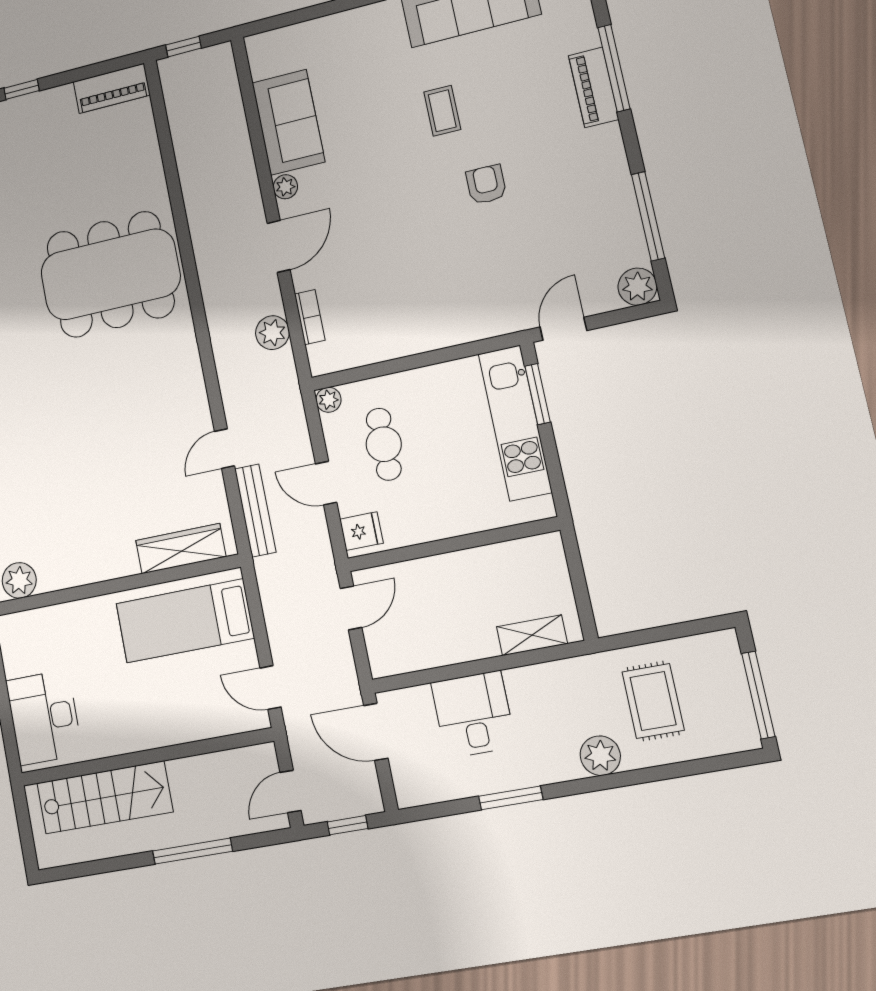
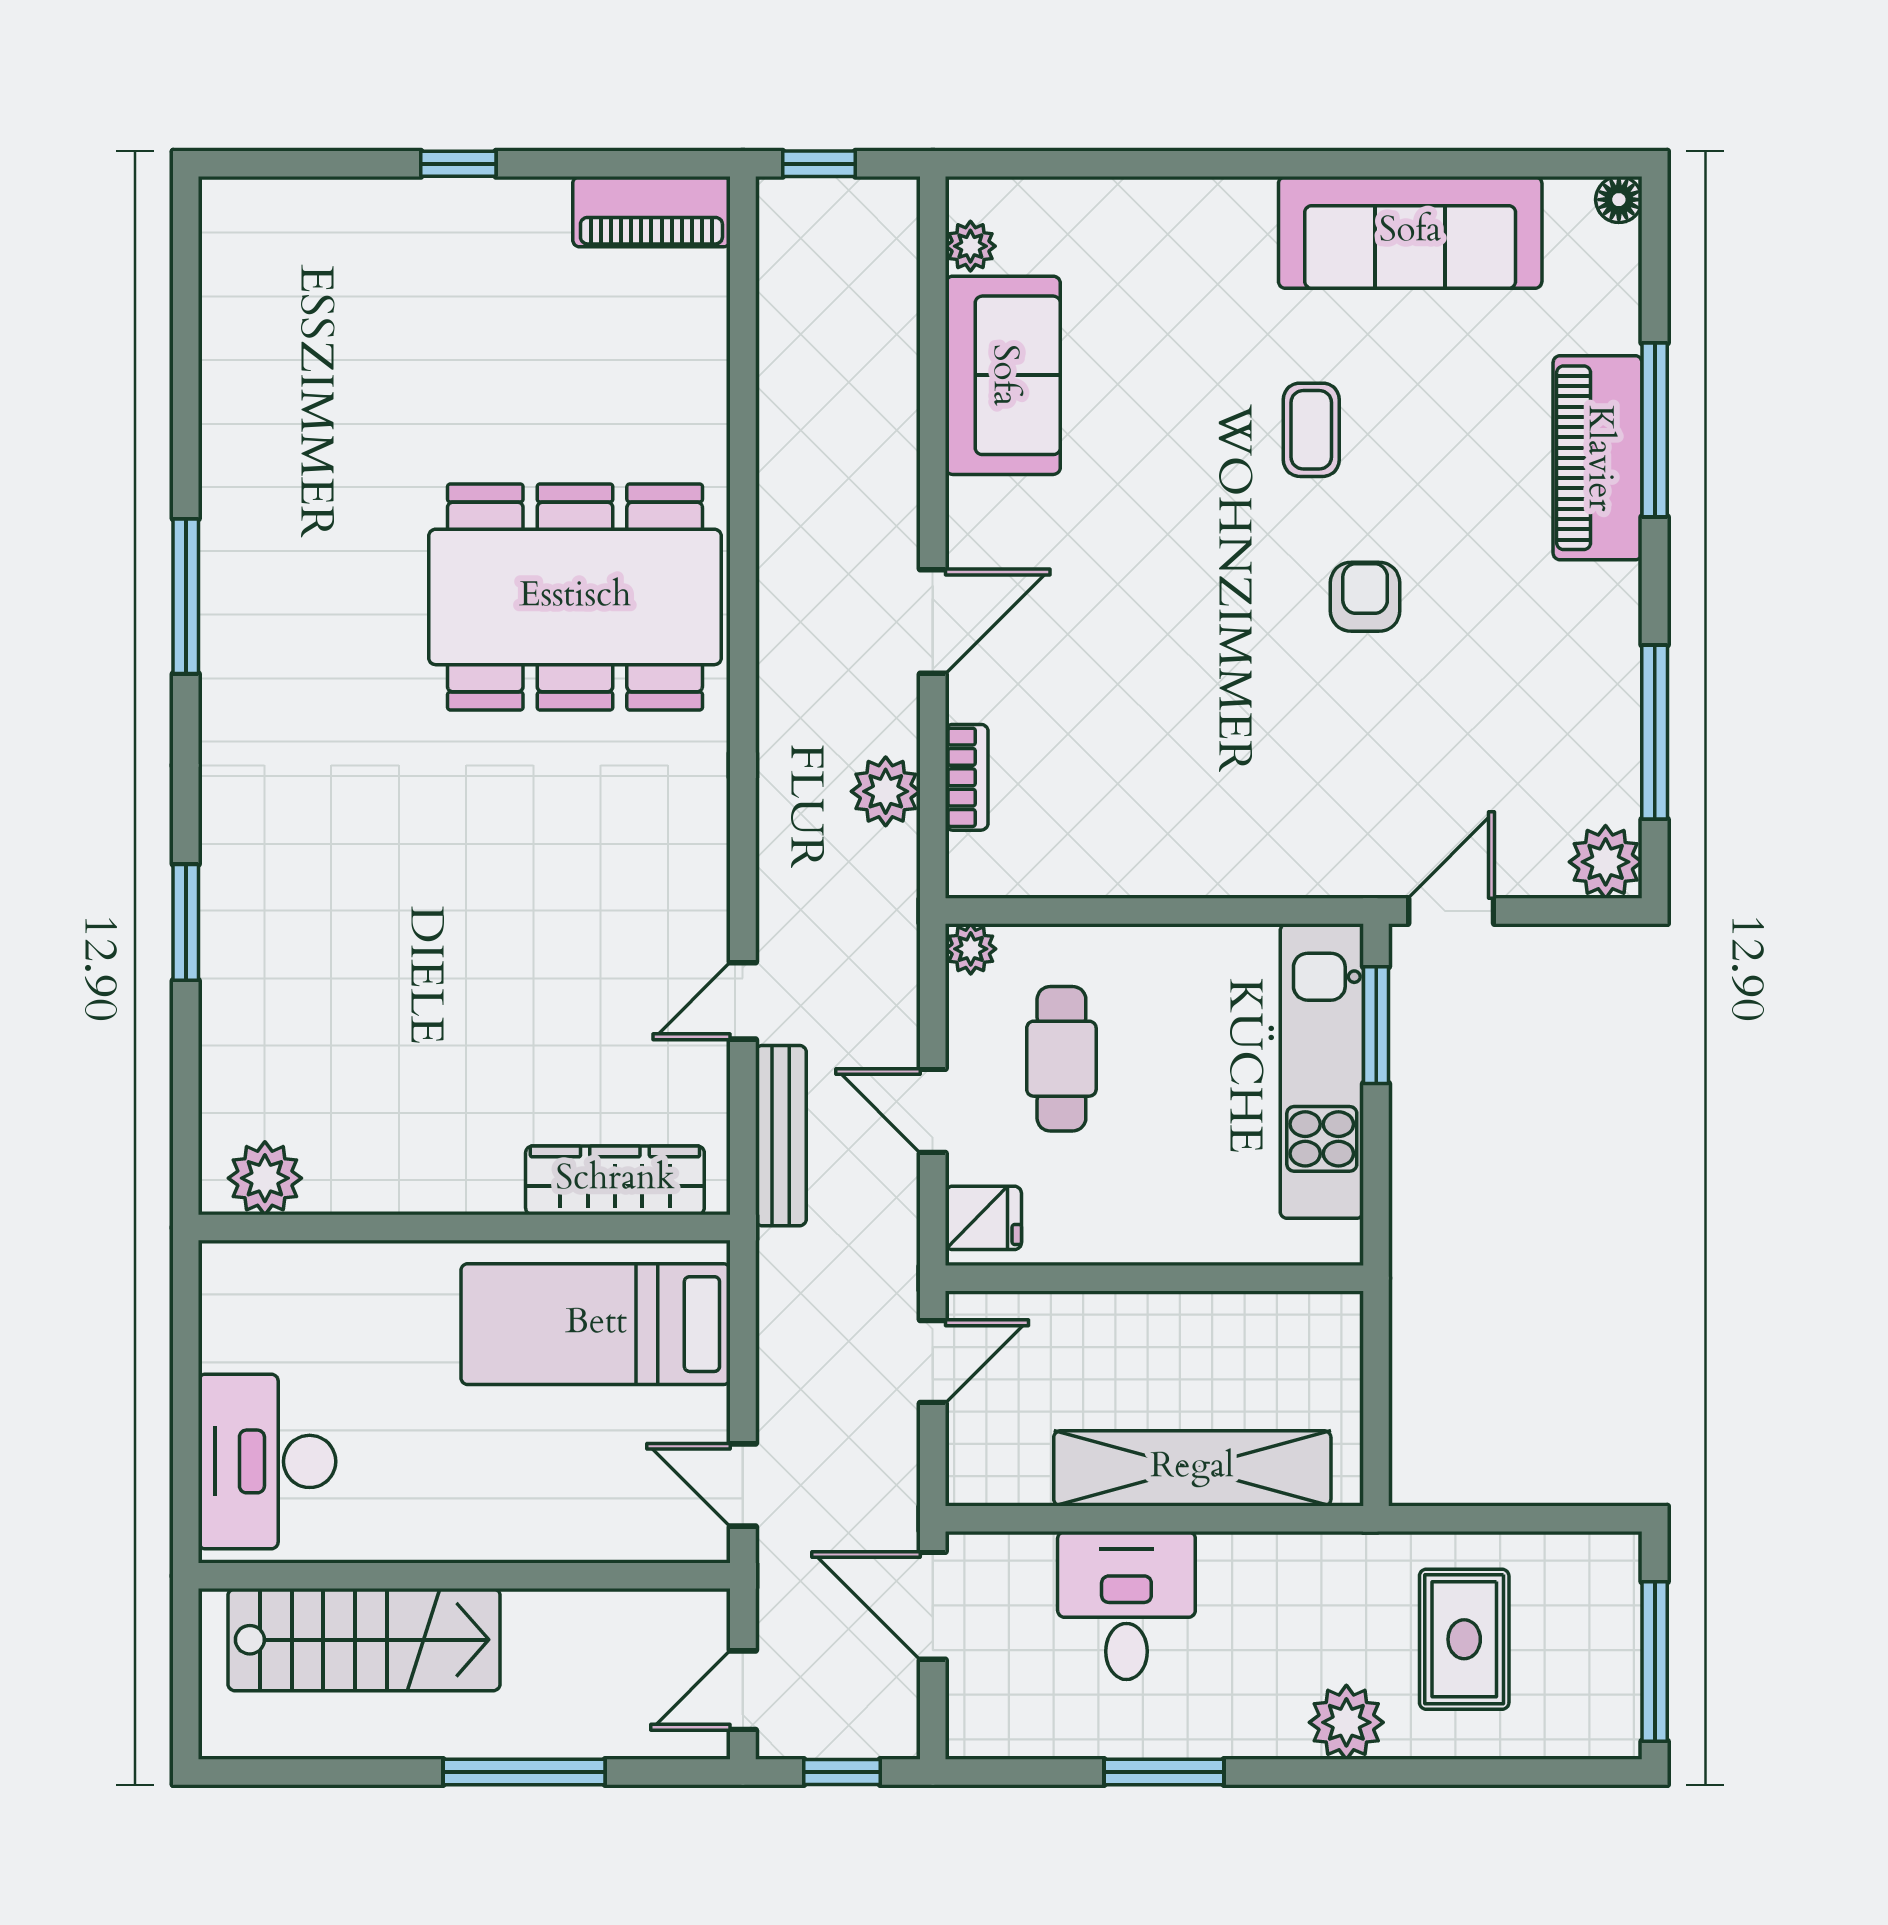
piano: (594, 87) -> (1598, 458), width x1.37, depth x1.33
plant: (285, 187) -> (970, 246), moved
shelving: (532, 635) -> (1192, 1468), width x2.20, depth x1.33

